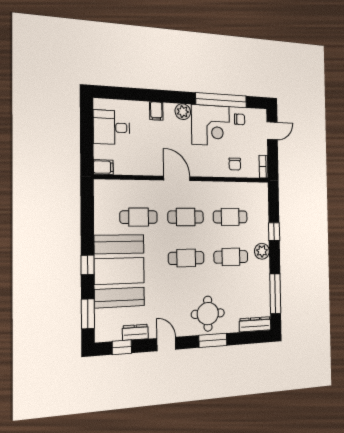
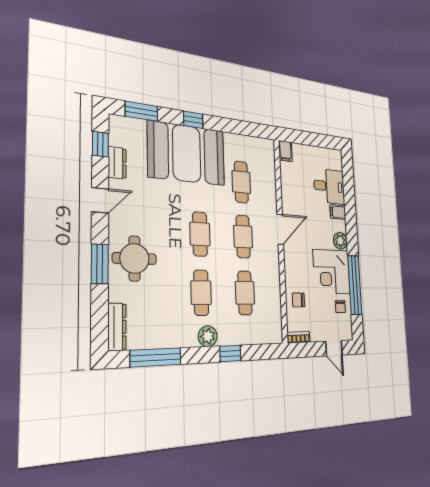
desk: (112, 127) -> (329, 186), moved, turned 90

